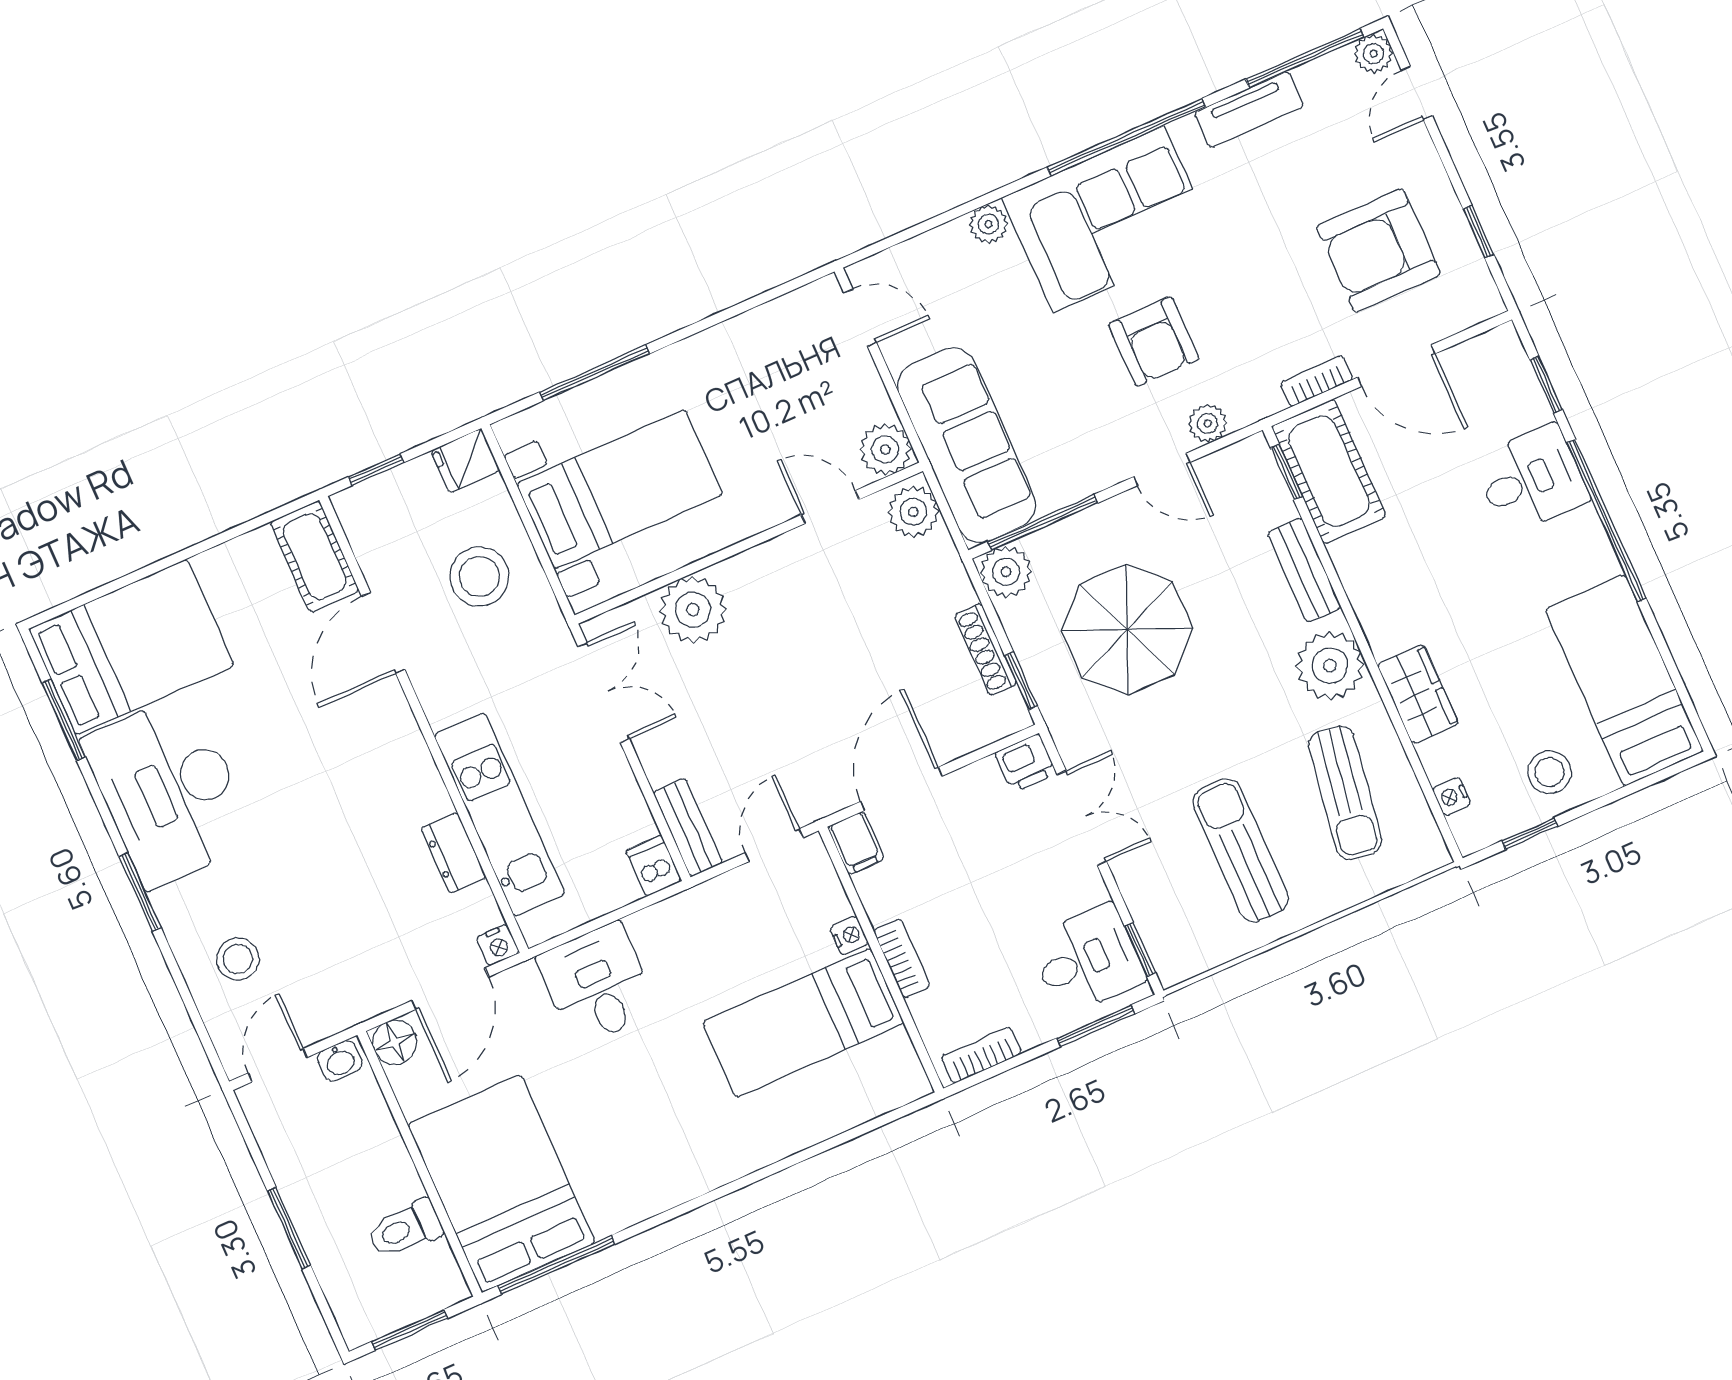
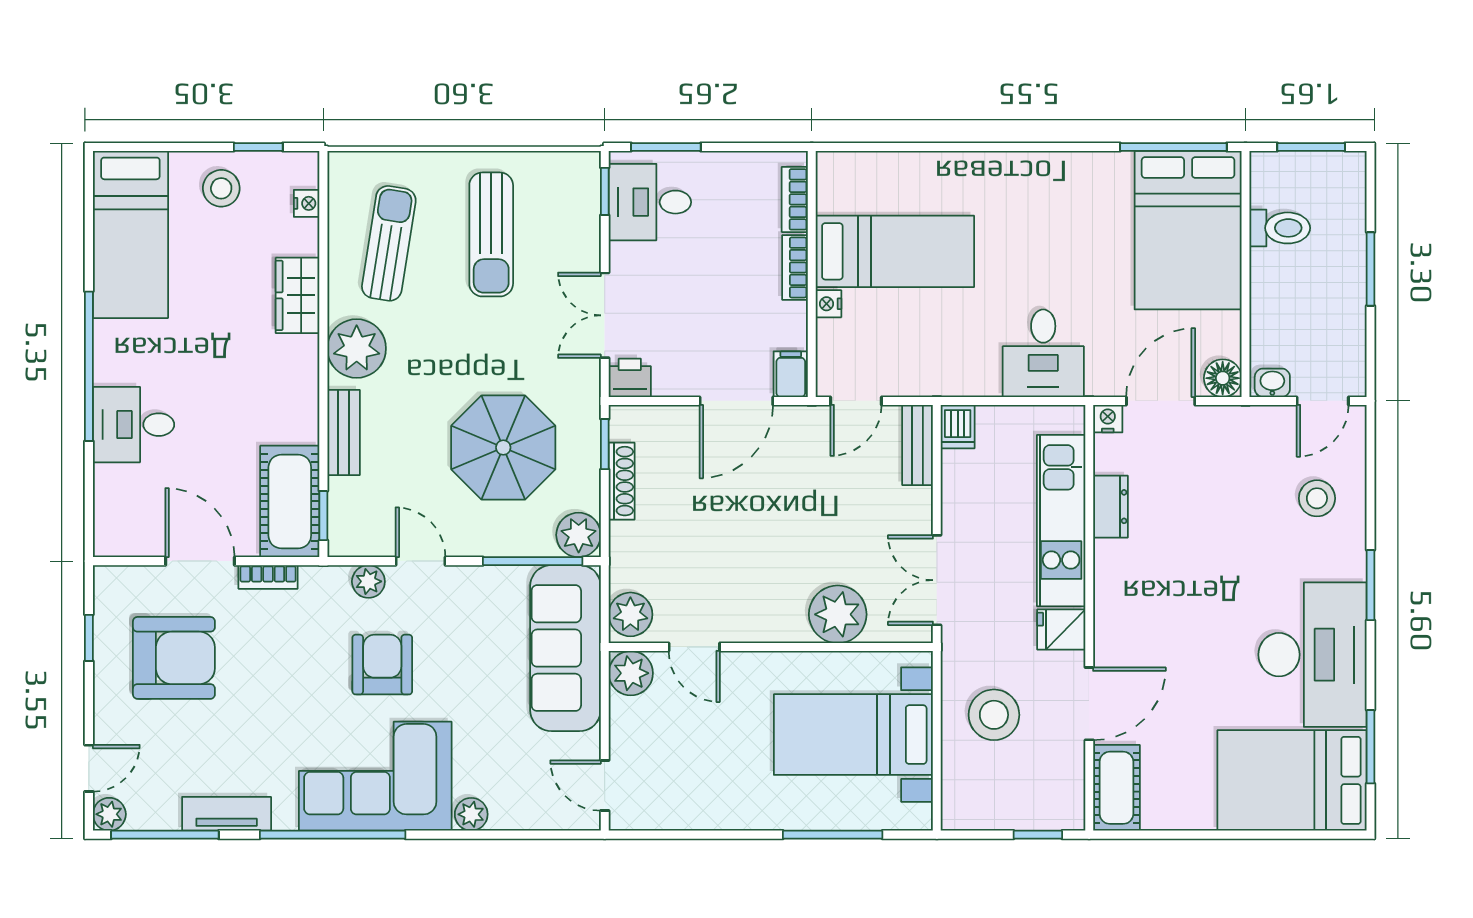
window: (1546, 384) -> (89, 494), removed
fridge: (465, 461) -> (1061, 630), moved, turned 180
bookcase: (981, 1055) -> (795, 199), moved, turned 90

